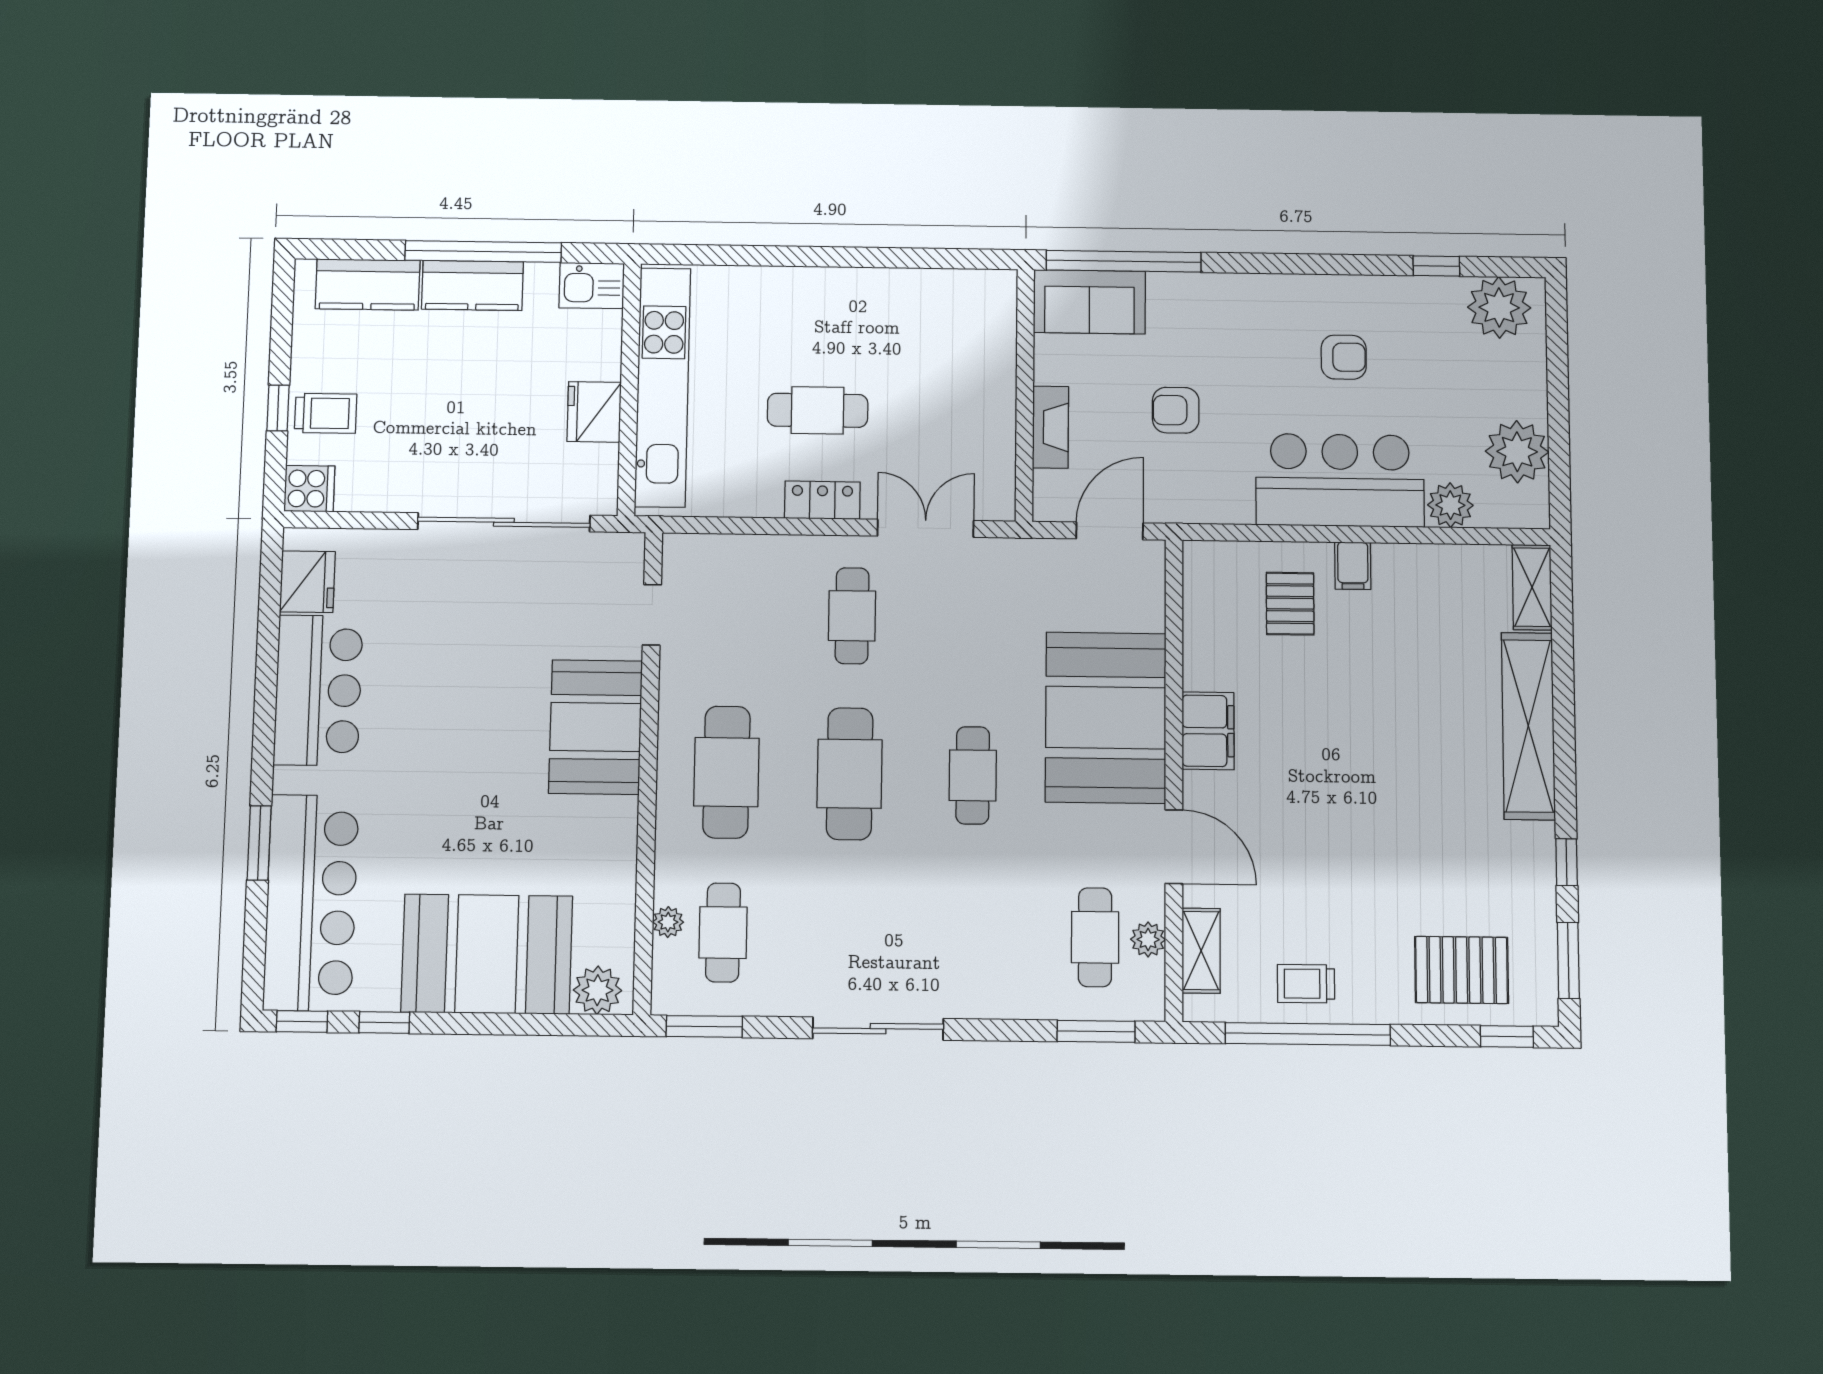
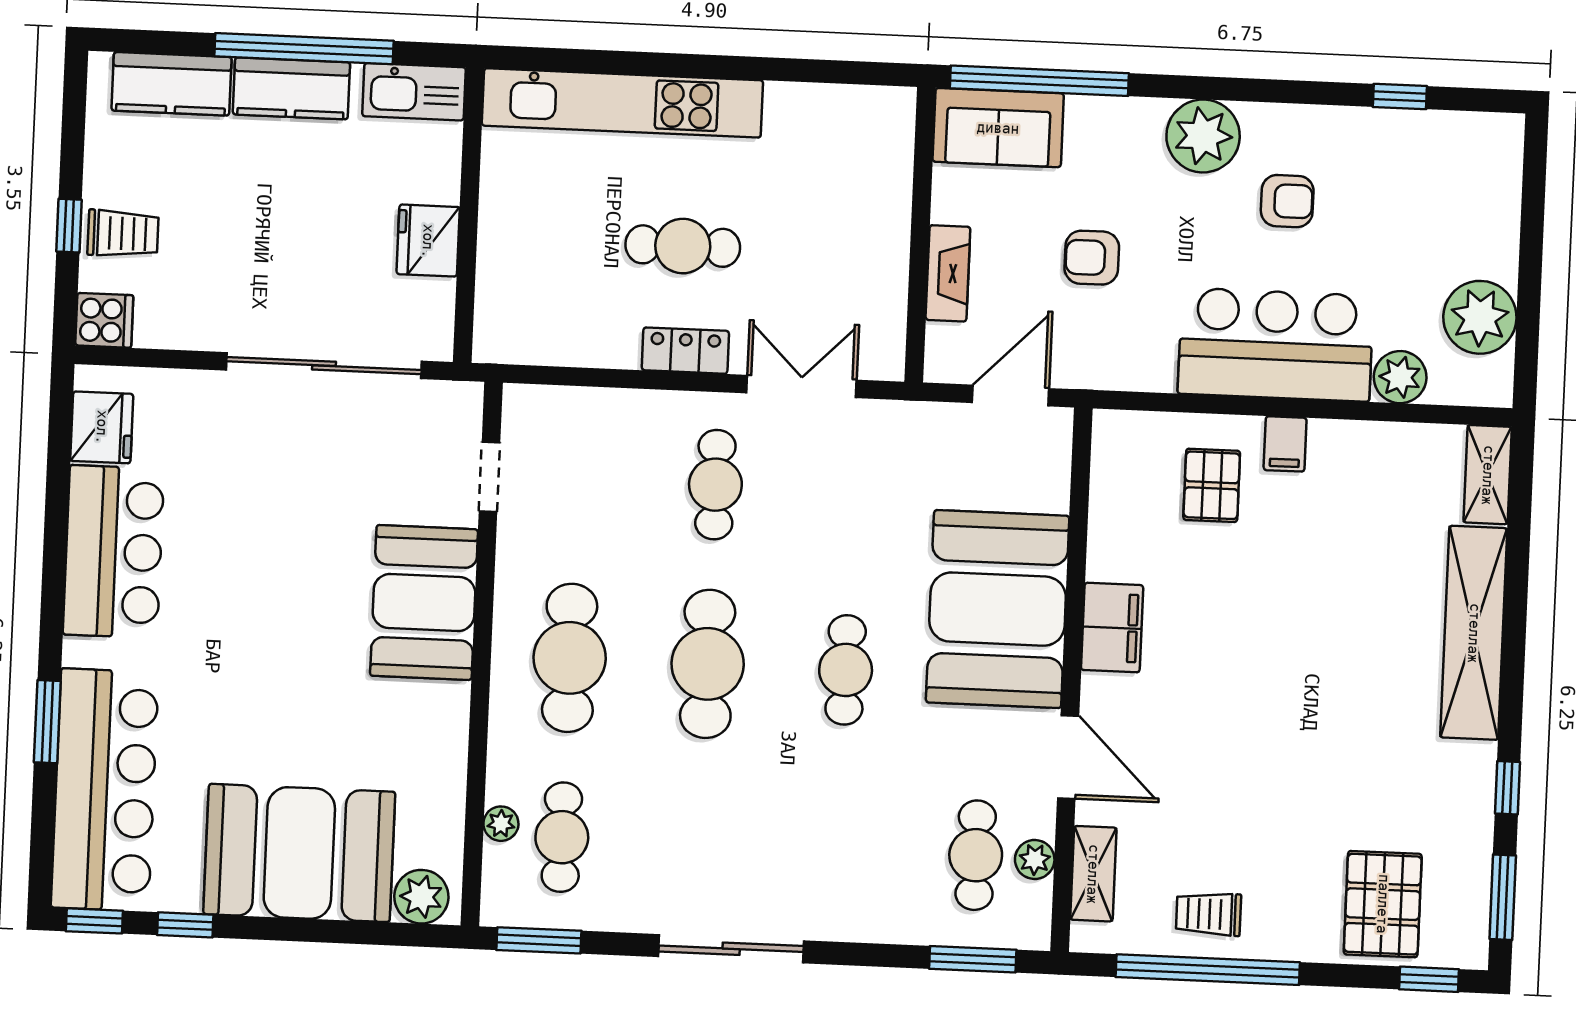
kitchen sink: (592, 286) -> (414, 92), width x1.38
plant: (1499, 307) -> (1203, 136), moved
kitchen unit: (663, 387) -> (622, 103), moved, turned 90
pallet: (1462, 970) -> (1383, 904), turned 90

